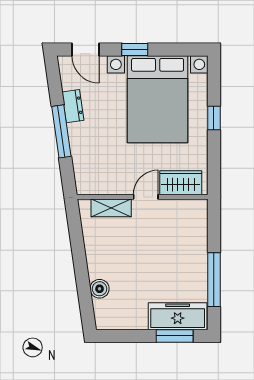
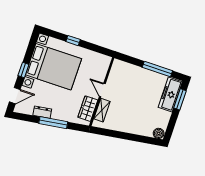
wardrobe: (181, 183) -> (88, 109), moved
boiler: (100, 289) -> (159, 133), moved

